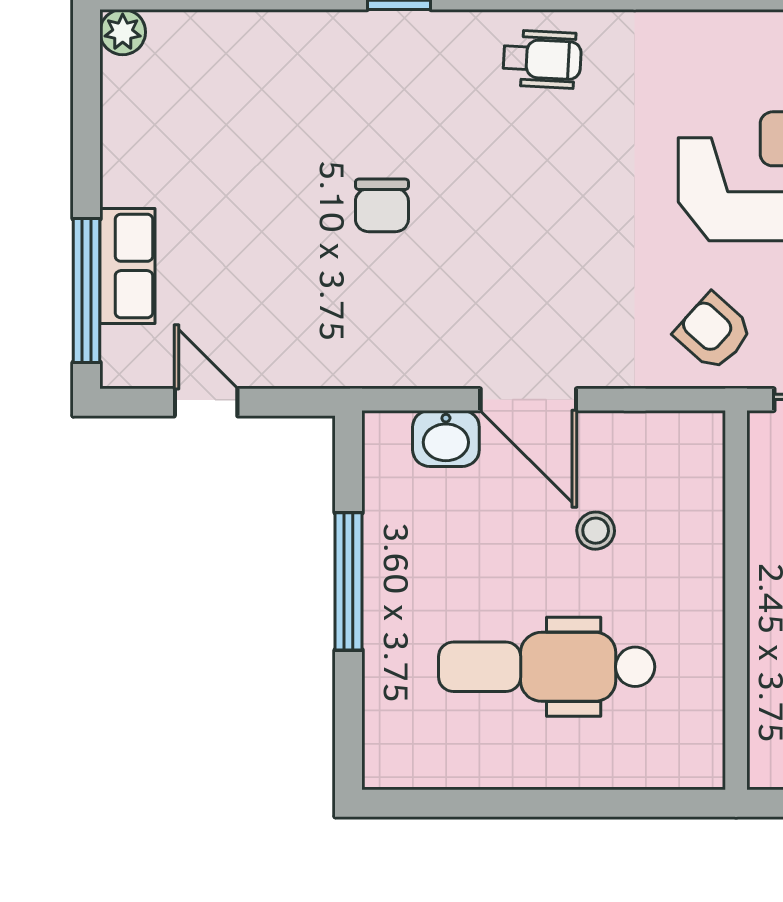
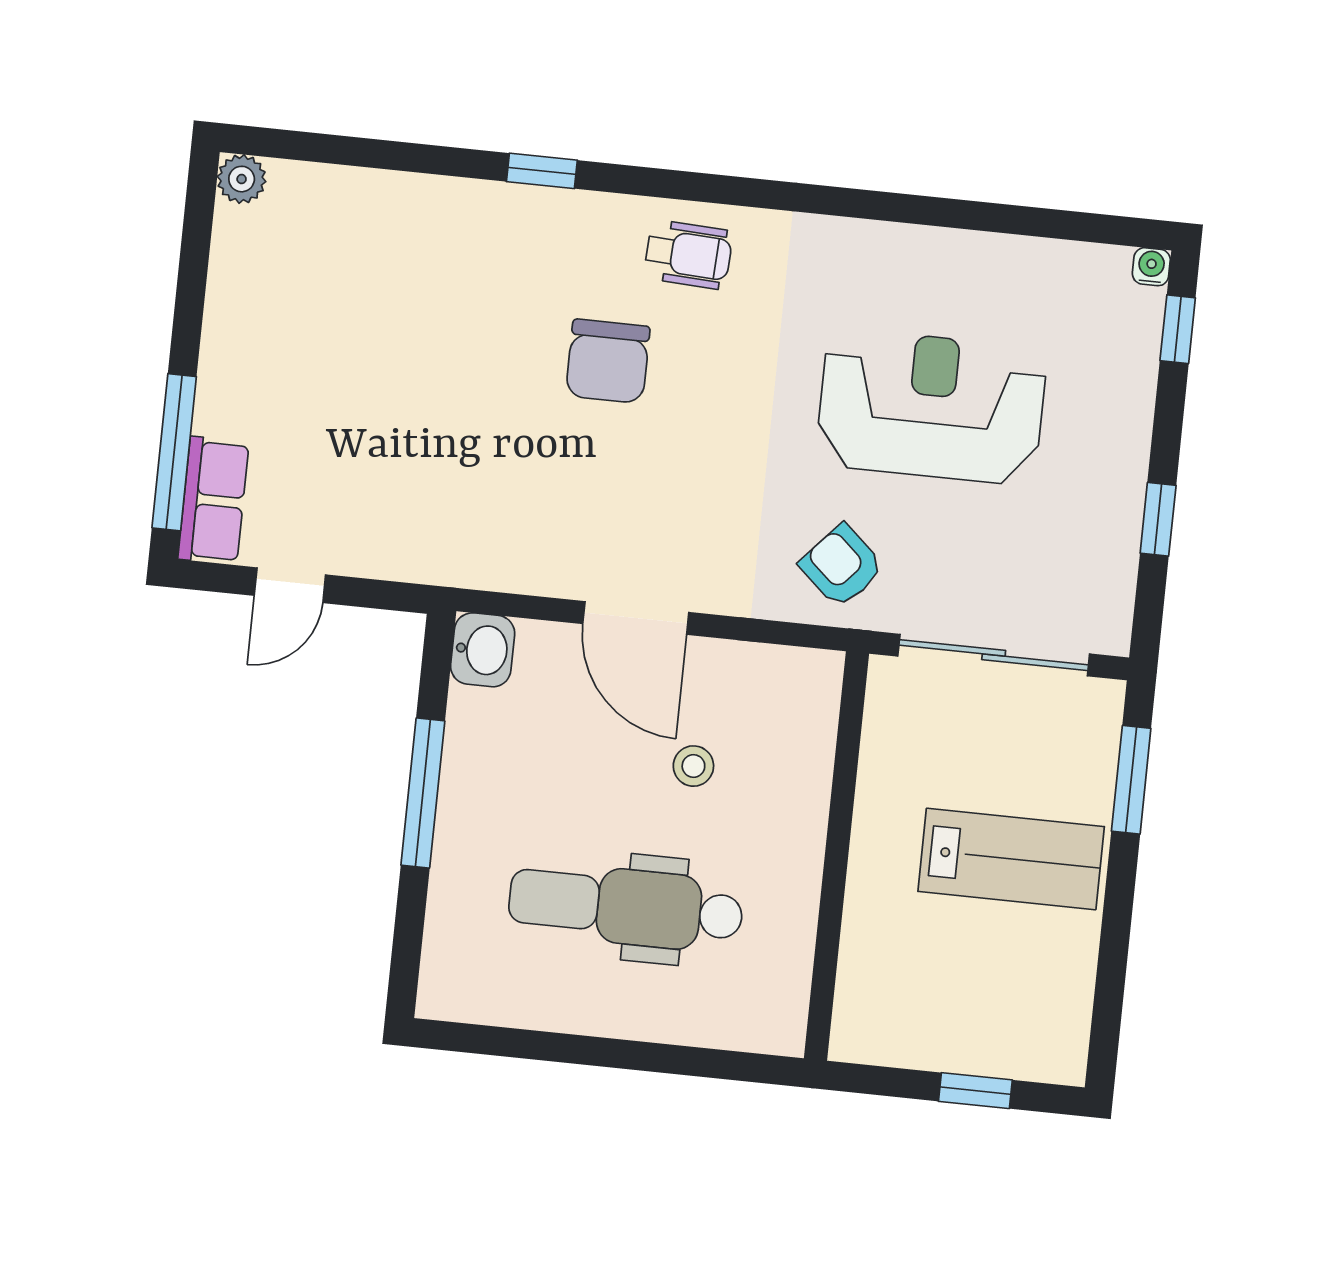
chair: (382, 205) -> (608, 361), moved, width x1.37, depth x1.37
row of seats: (127, 266) -> (213, 500), moved
door: (206, 402) -> (290, 585), swing flipped
washbasin: (446, 438) -> (483, 650), moved, turned -90

